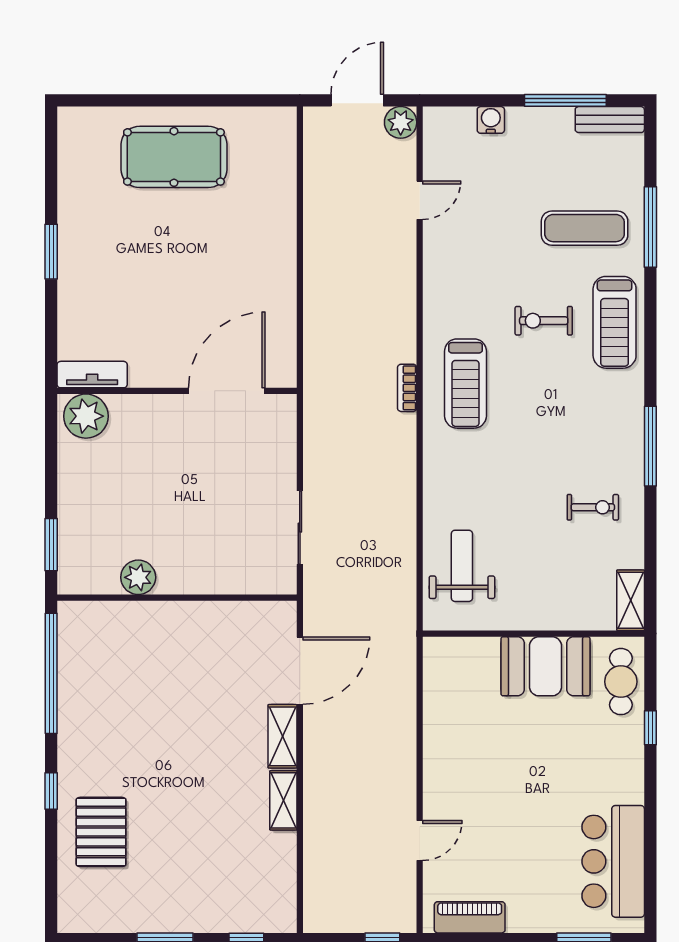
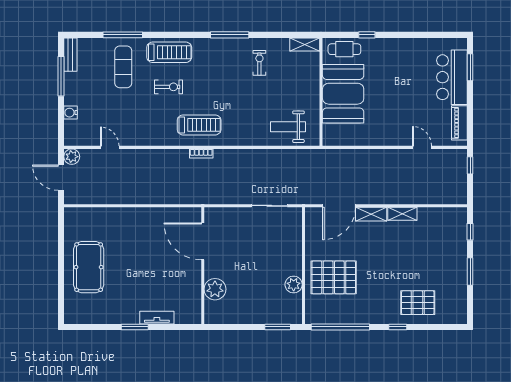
exercise bike: (544, 321) -> (168, 87), turned -90
tv unit: (92, 375) -> (157, 318), moved, turned 90
plant: (86, 416) -> (215, 289), moved
pallet: (153, 660) -> (334, 277), added
booth: (545, 666) -> (343, 94), width x1.36, depth x1.42
door: (300, 671) -> (339, 206), swing flipped
bar counter: (613, 861) -> (452, 77), moved, turned 90

